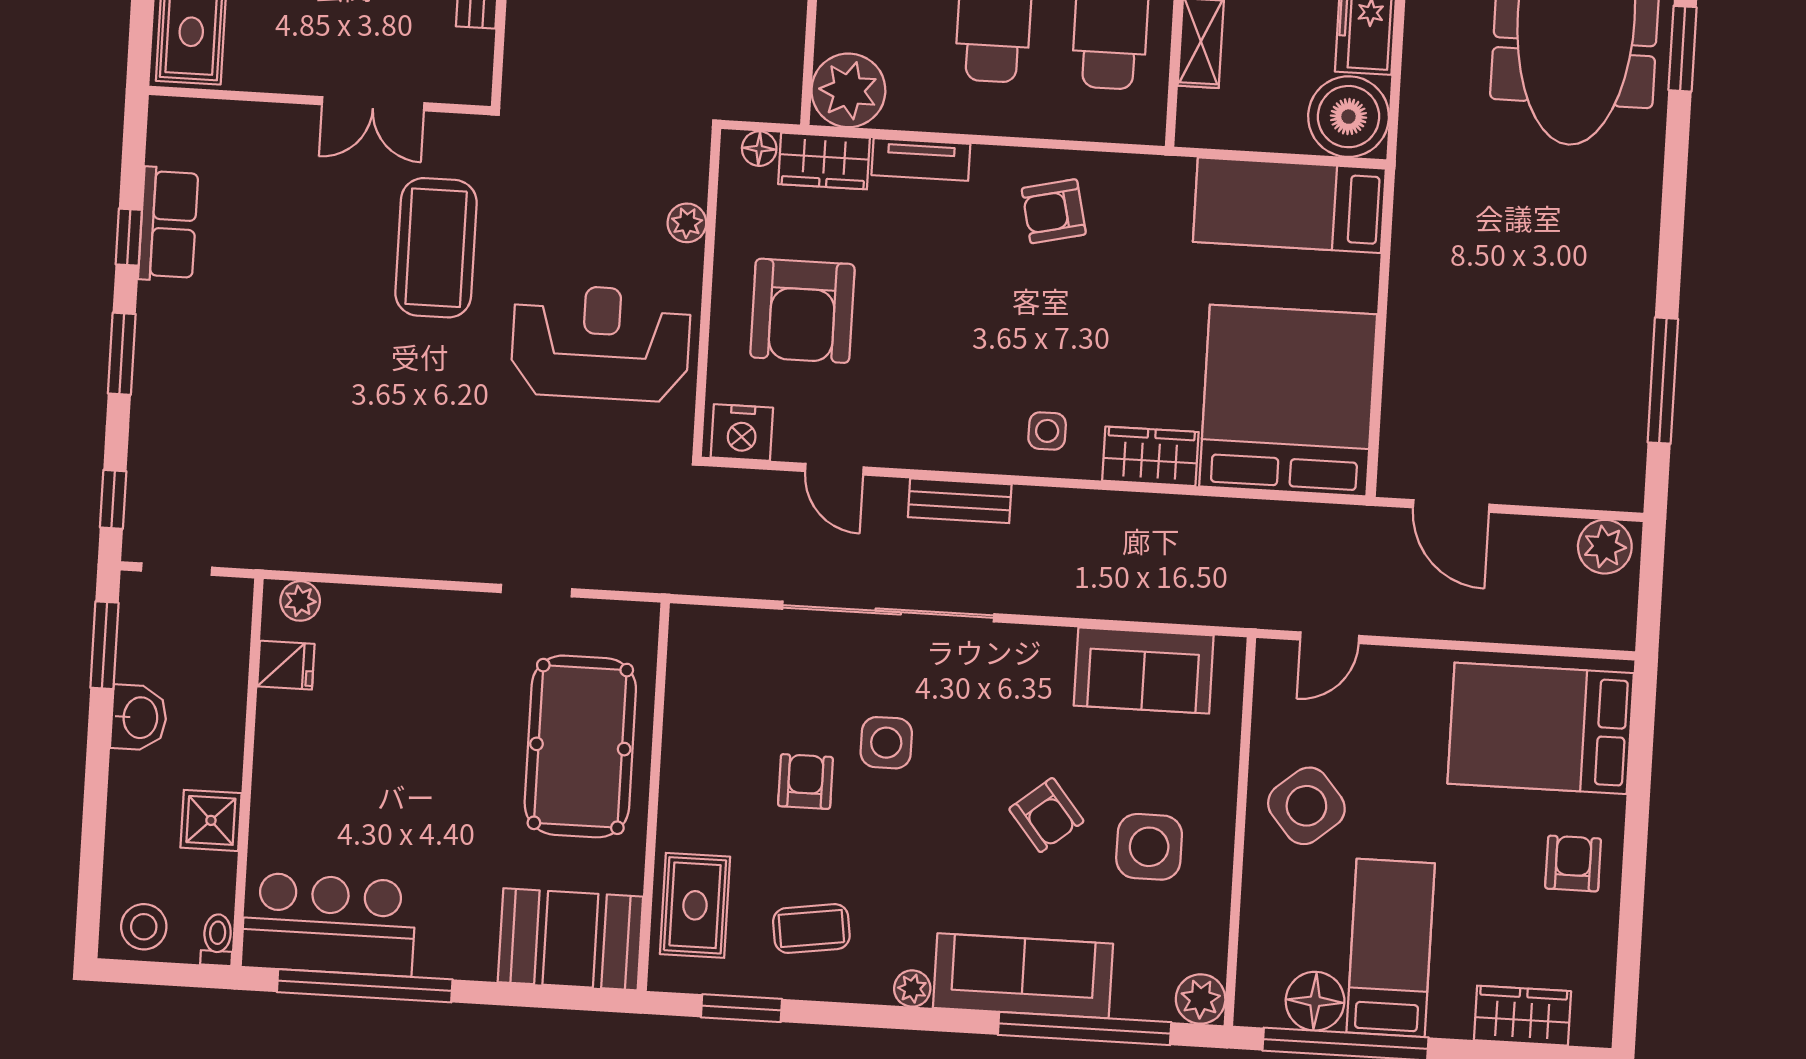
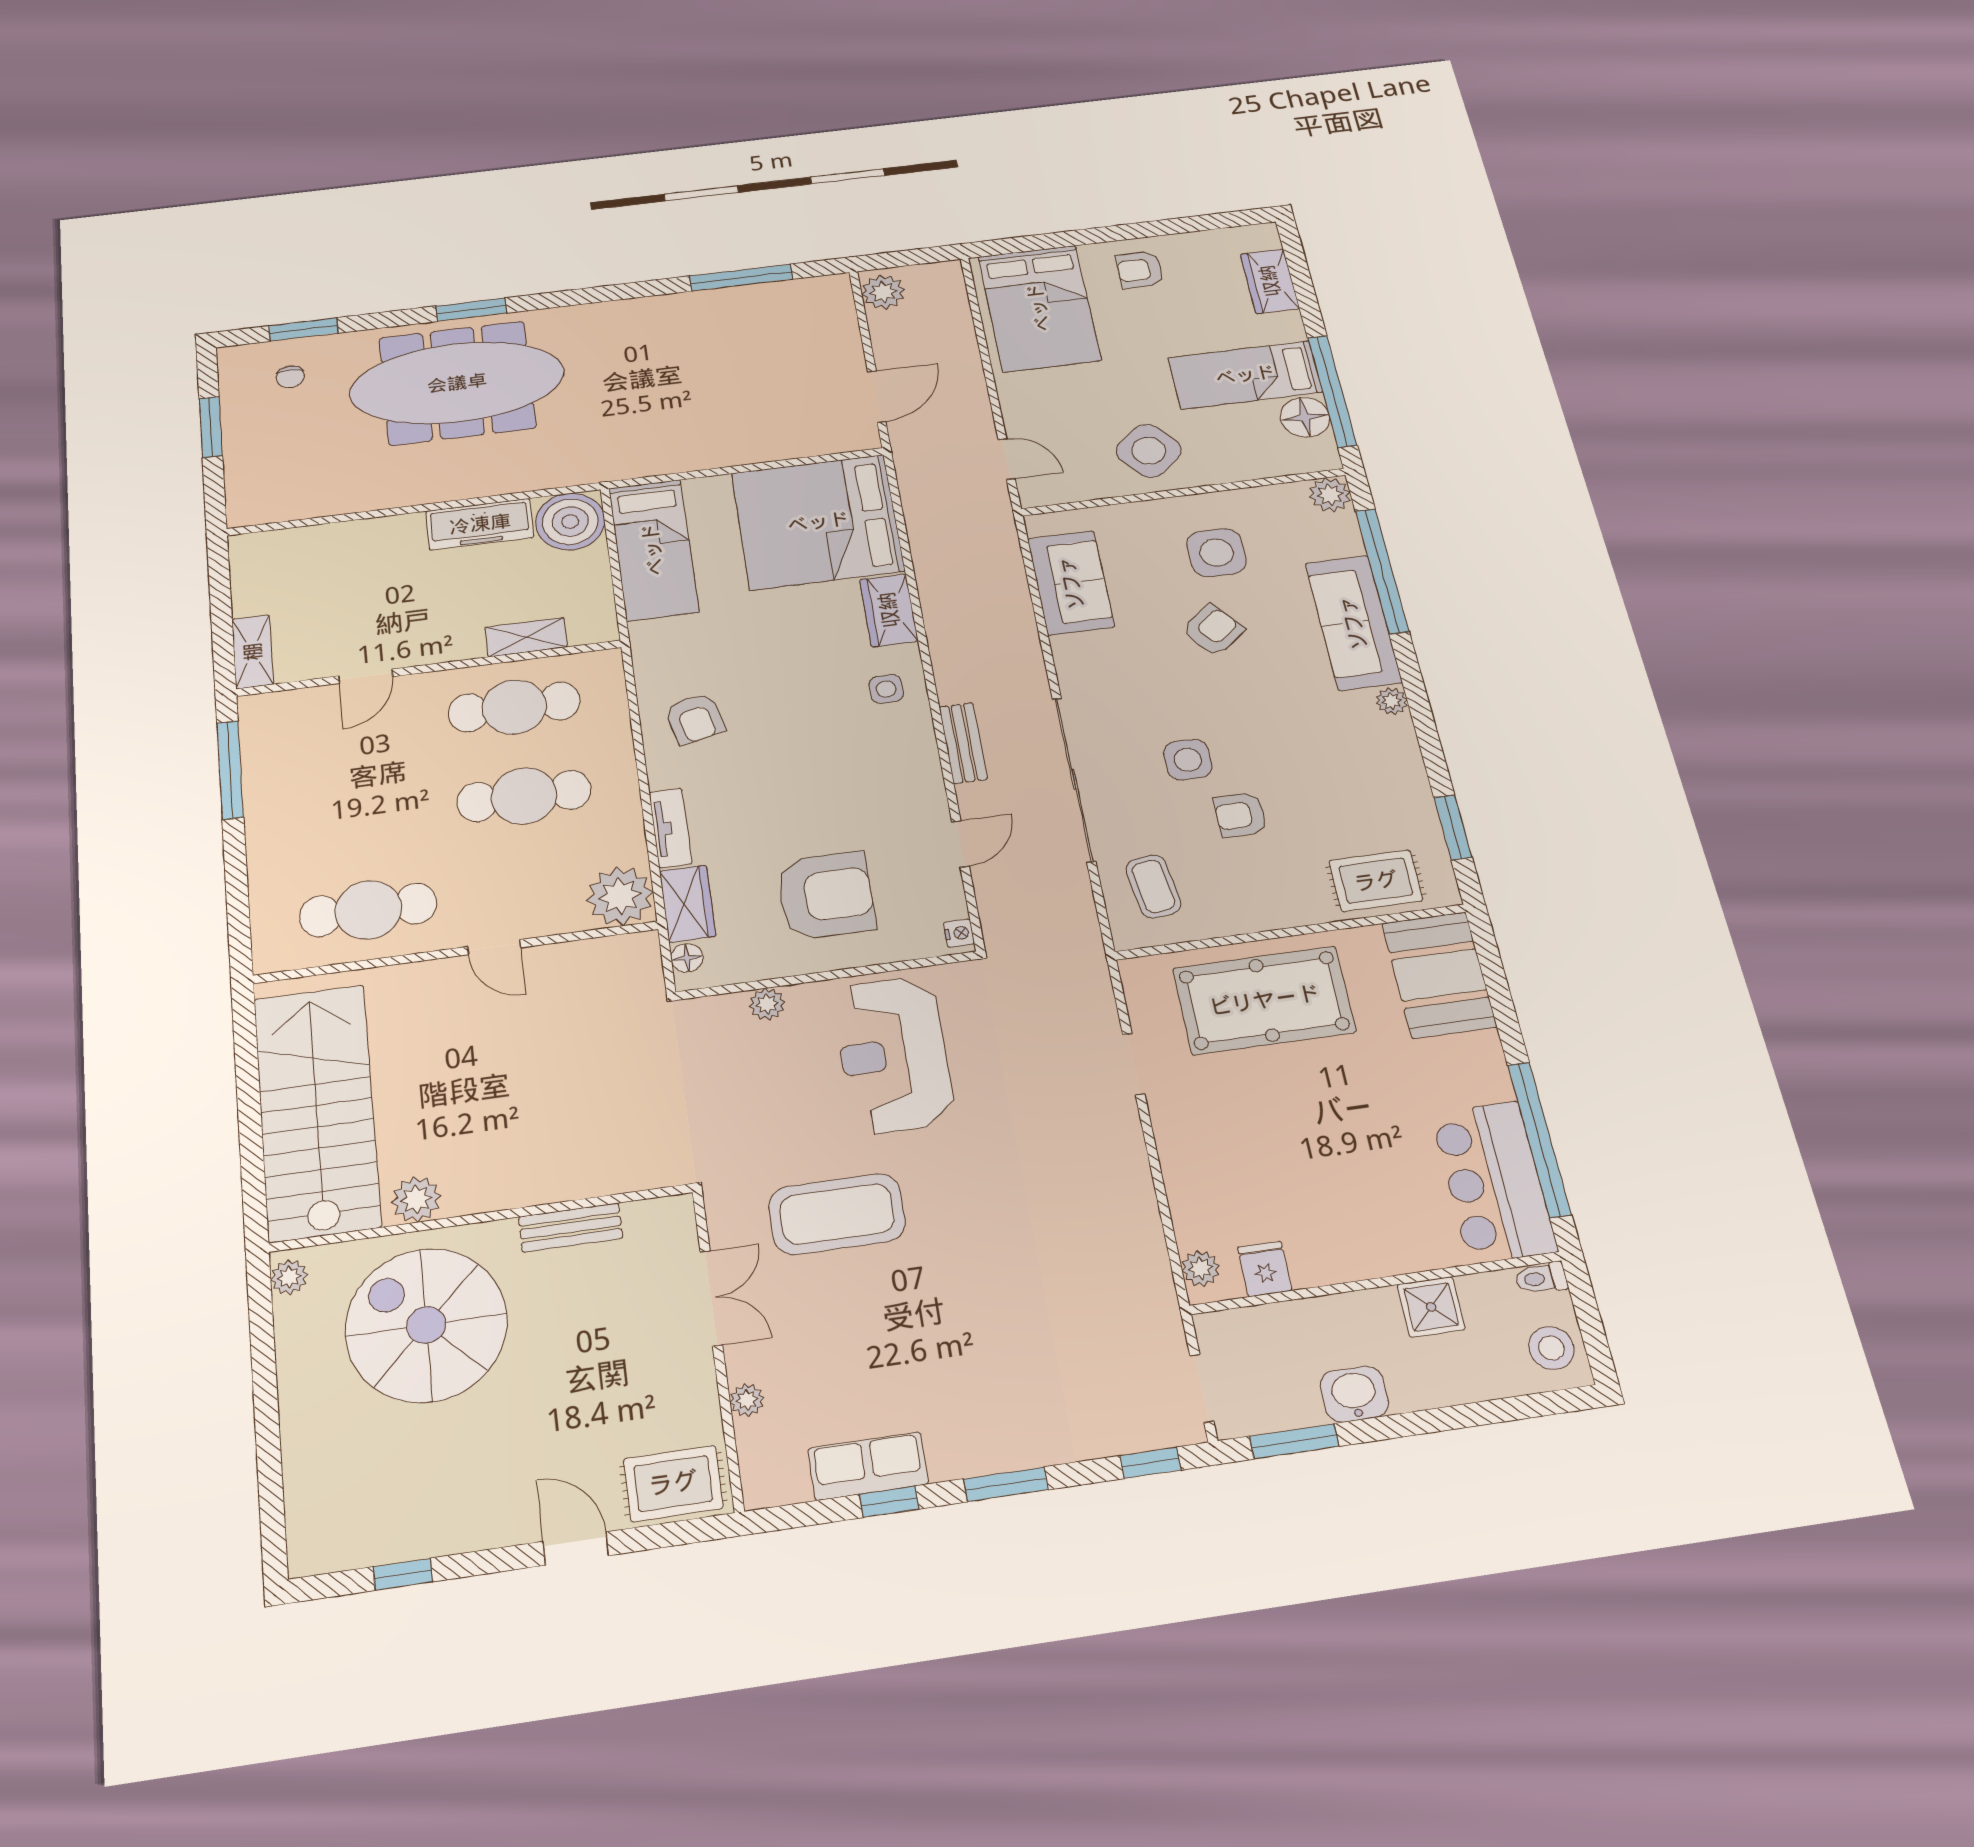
plant: (260, 119) -> (747, 1400), added
nightstand: (742, 433) -> (959, 933), width x0.53, depth x0.56
coffee table: (811, 929) -> (1153, 886), moved

